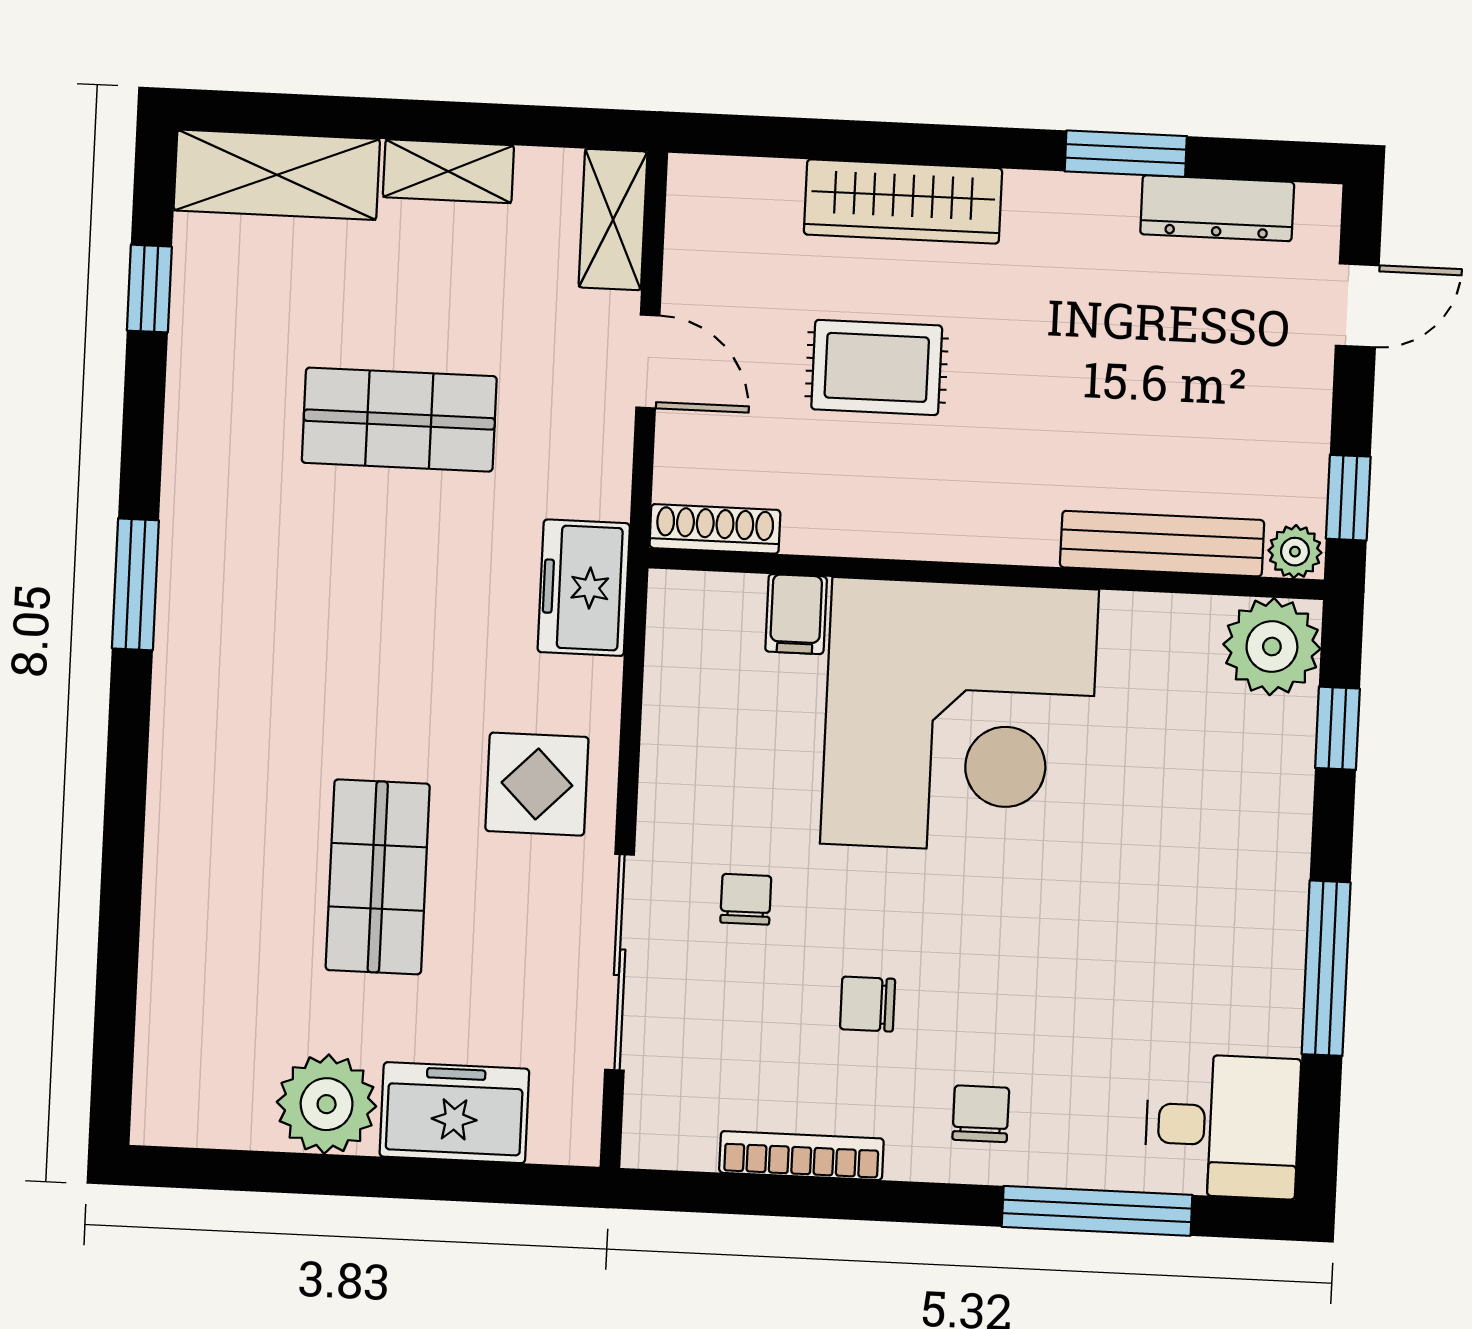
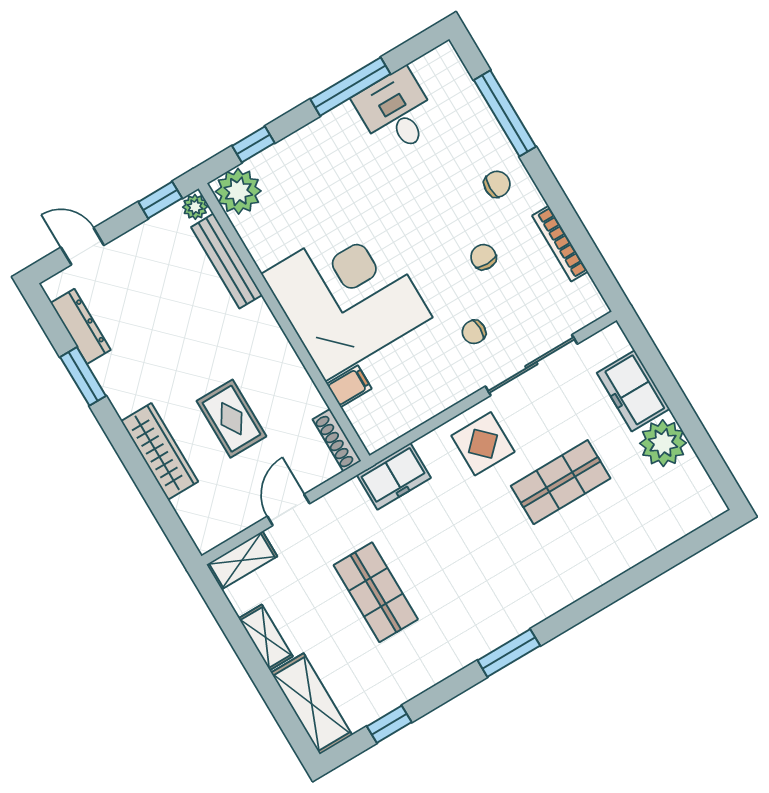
chair: (867, 1004) -> (483, 257), turned 180
chair: (981, 1114) -> (497, 184), turned 180
desk: (1222, 1126) -> (396, 112), moved

